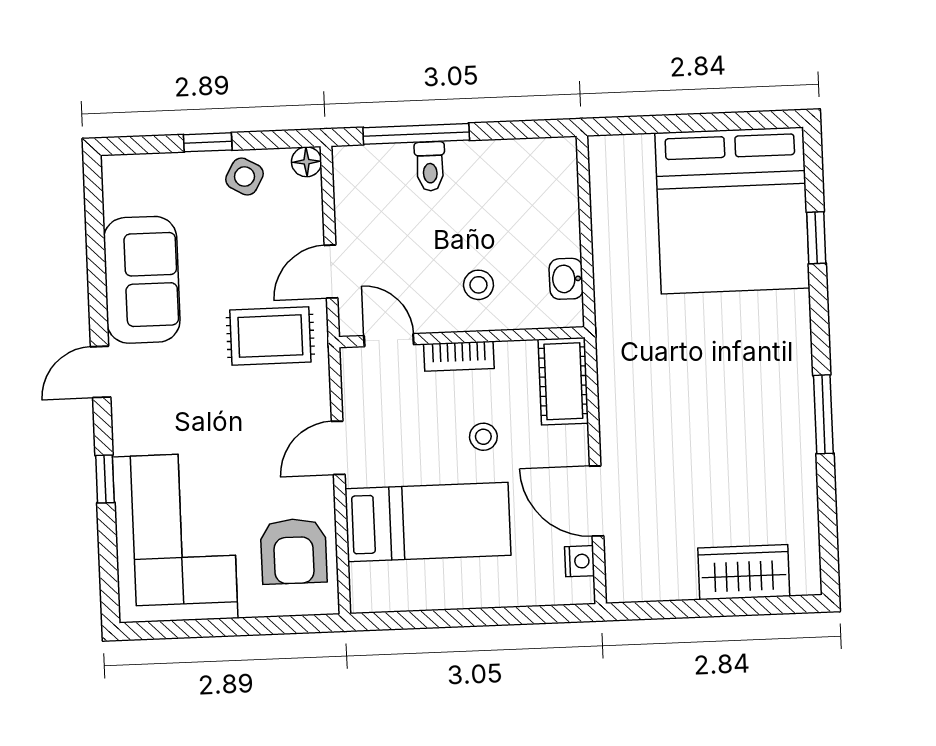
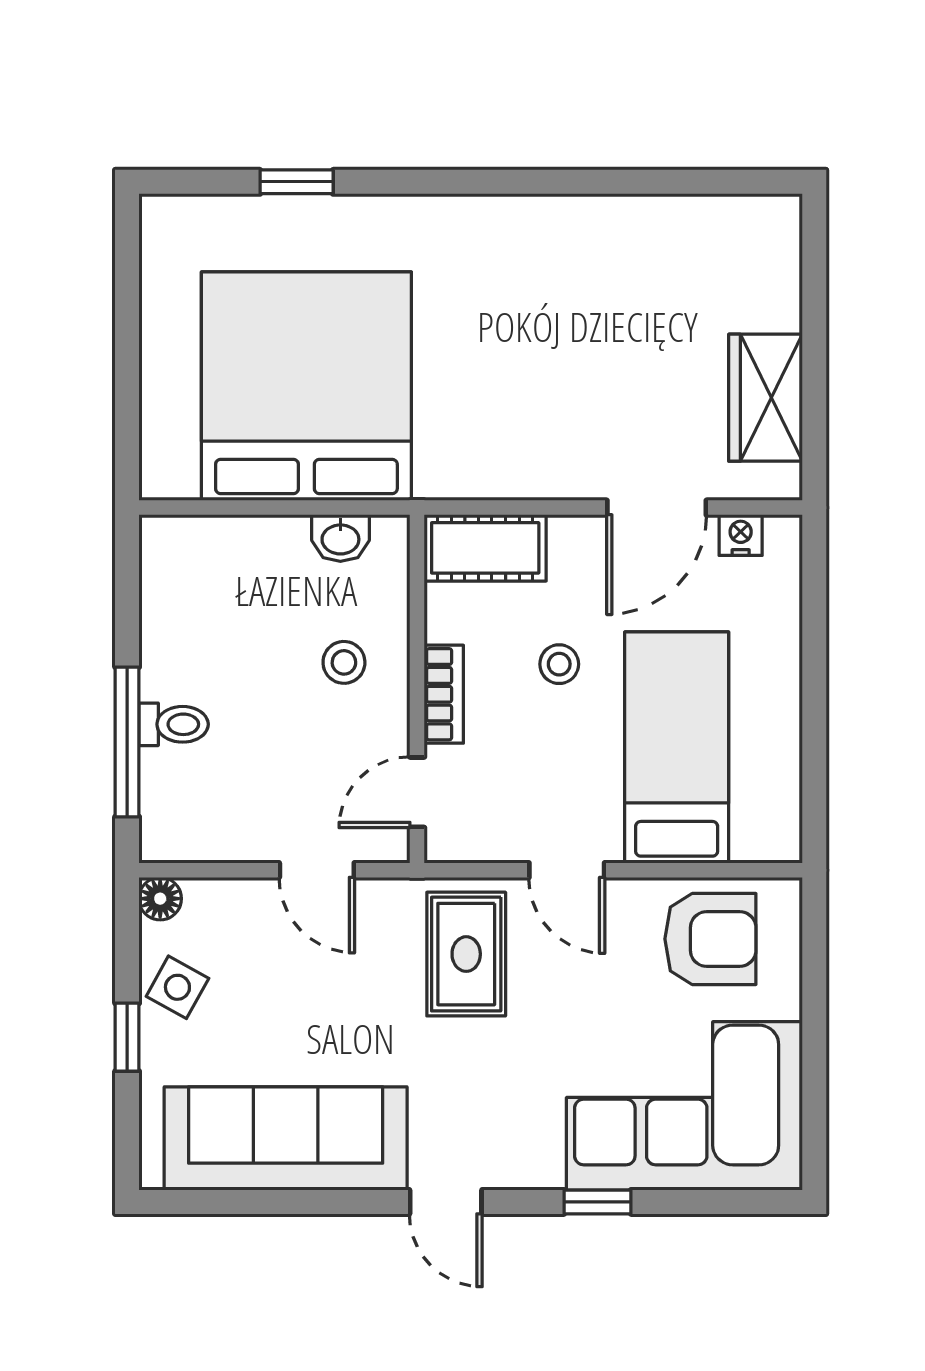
bed: (732, 210) -> (306, 386), moved, turned -90
sofa: (142, 280) -> (286, 1138), width x1.36
rug: (270, 336) -> (466, 954), moved
window: (823, 414) -> (547, 182), removed
wardrobe: (744, 572) -> (765, 398), moved

